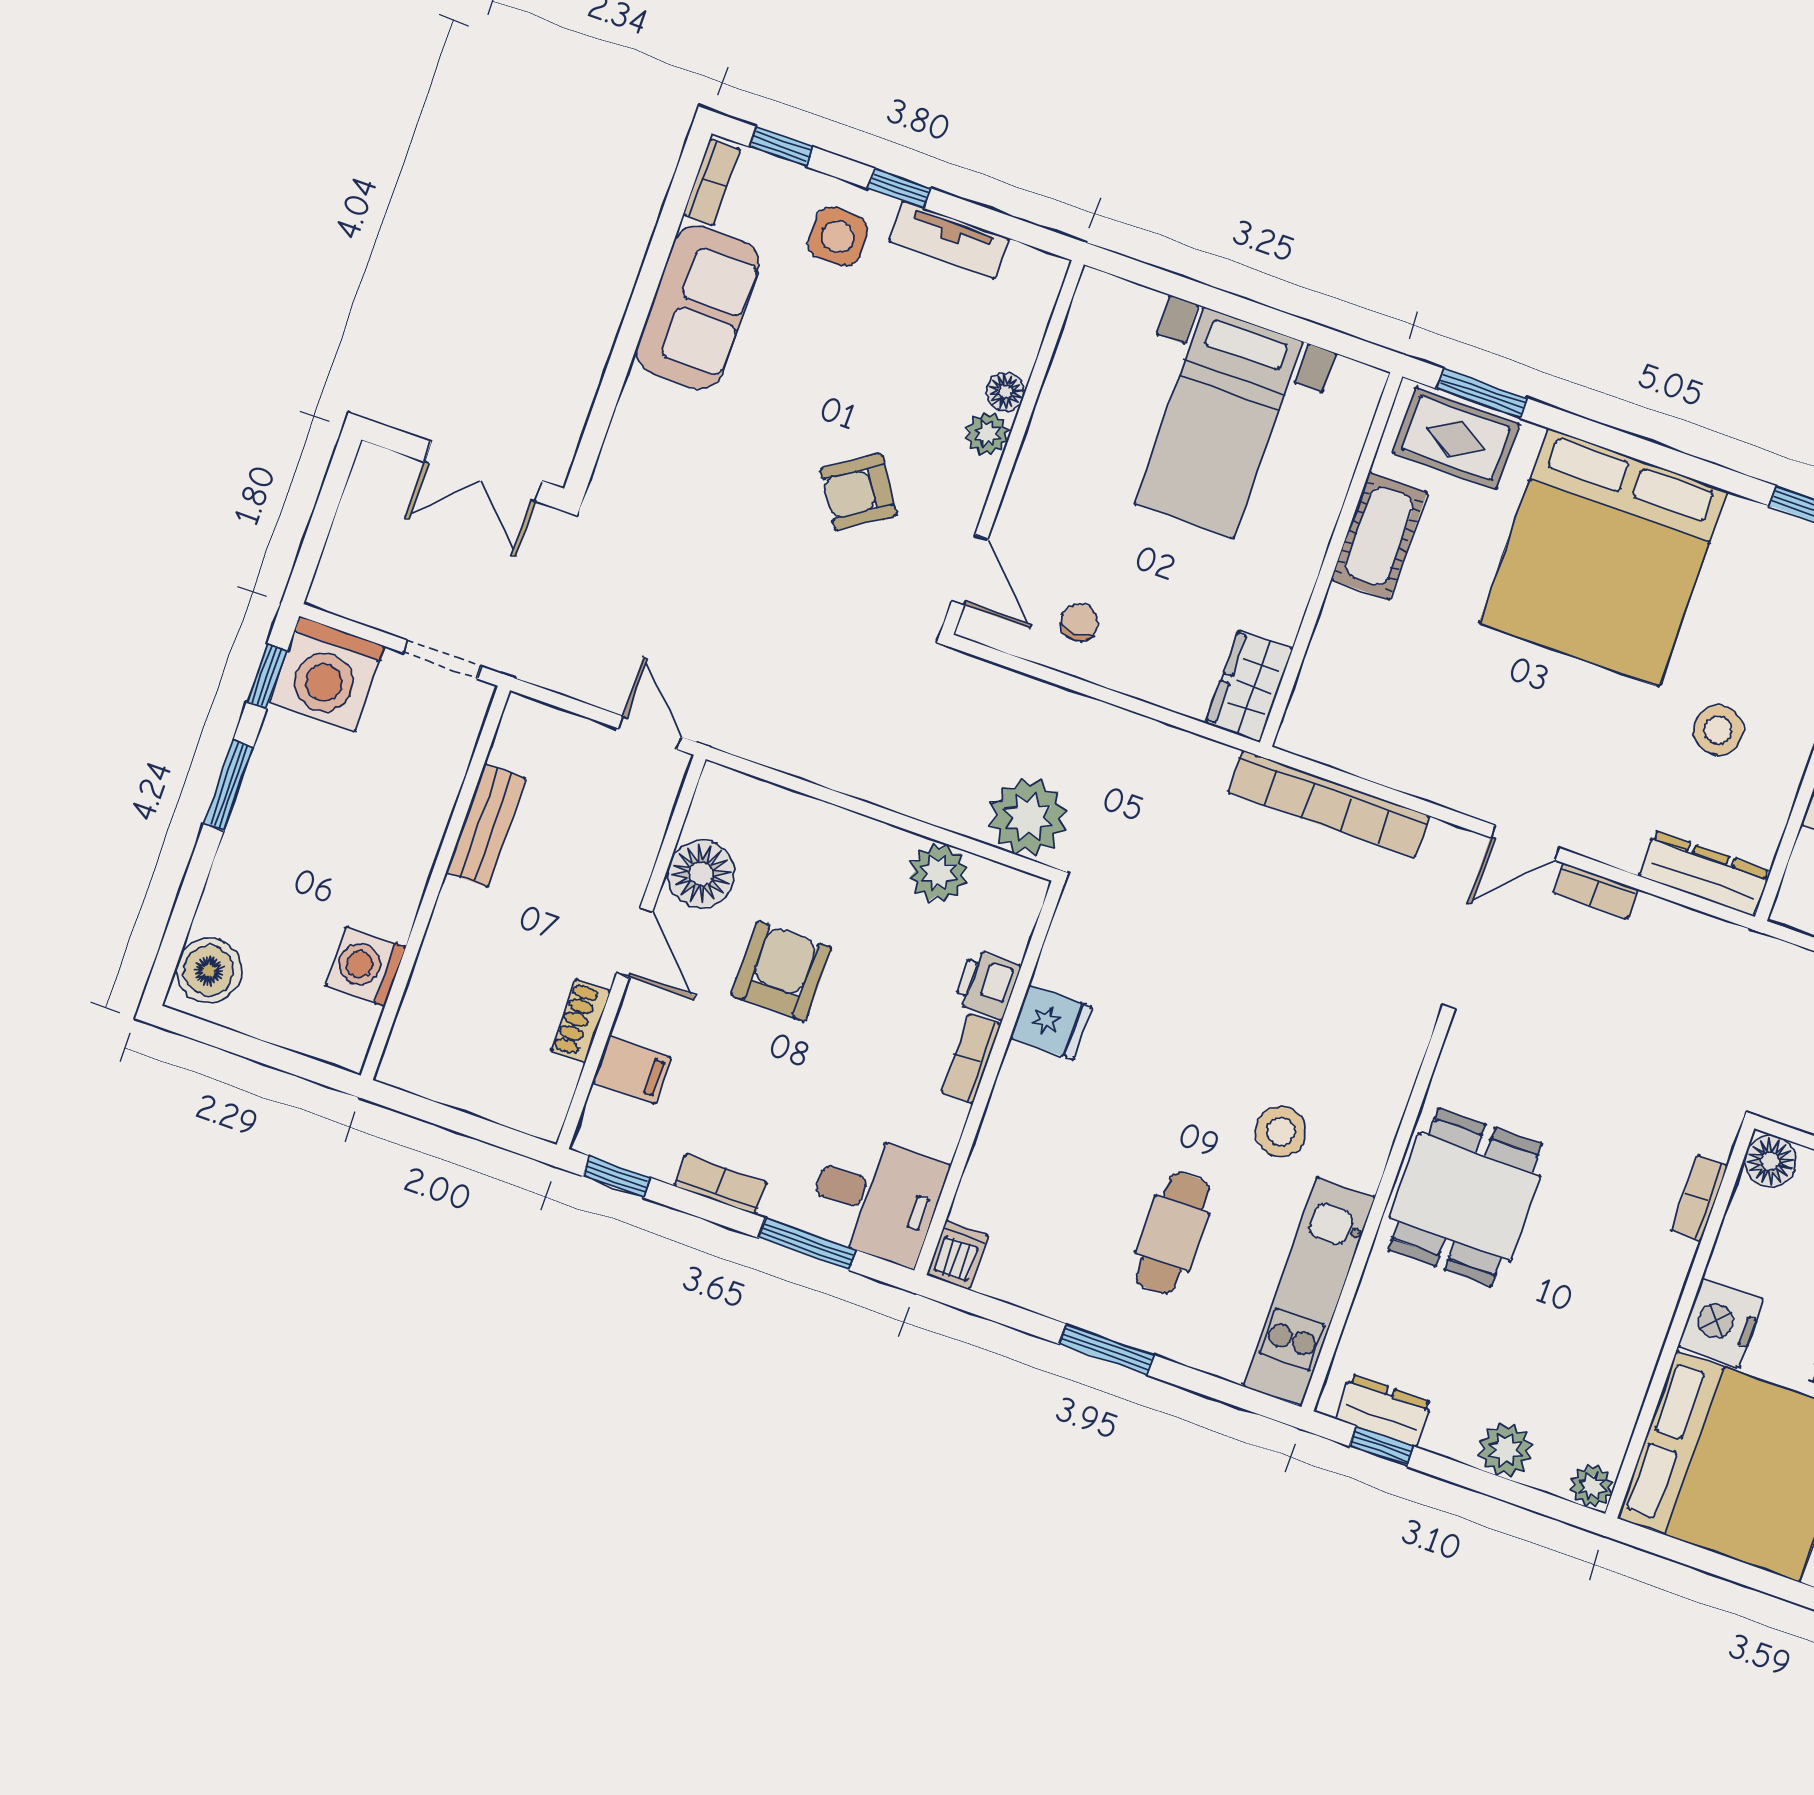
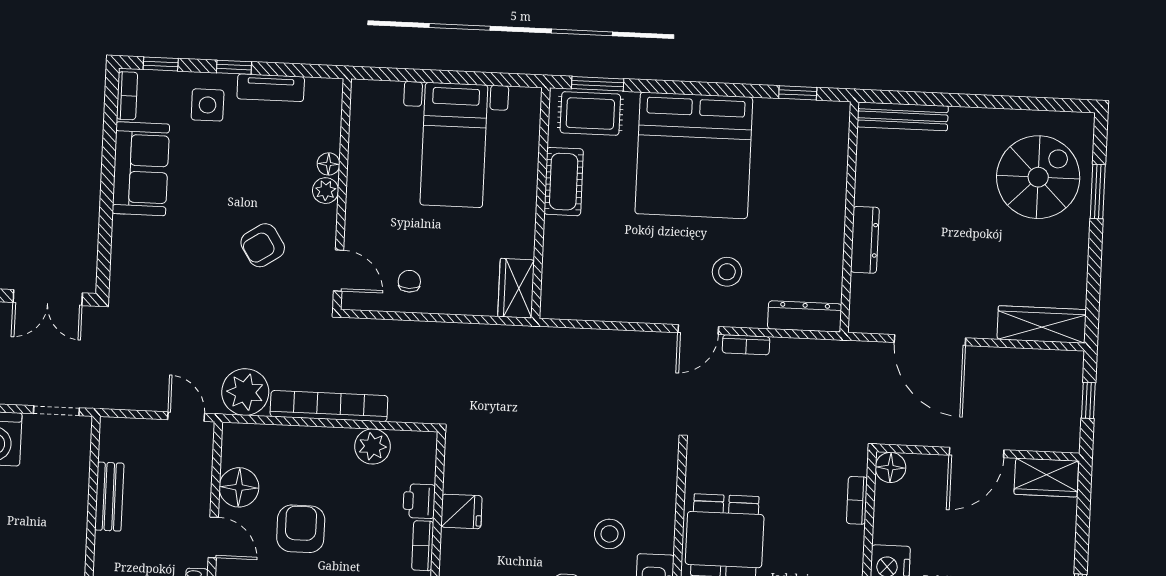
stool: (1718, 730) -> (727, 272), moved
bookcase: (1329, 804) -> (329, 406), moved, turned 180
plant: (1028, 817) -> (245, 392), moved

